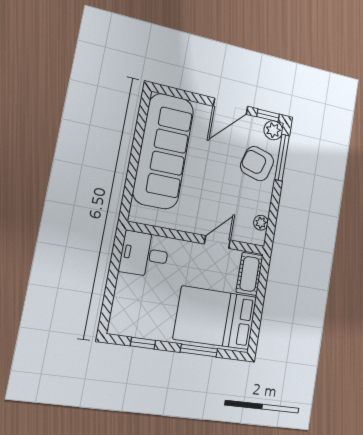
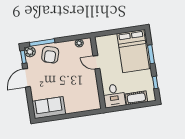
door: (231, 106) -> (26, 78), swing flipped
sofa: (163, 151) -> (49, 108), width x0.54, depth x0.79
cot: (249, 274) -> (136, 98), moved

